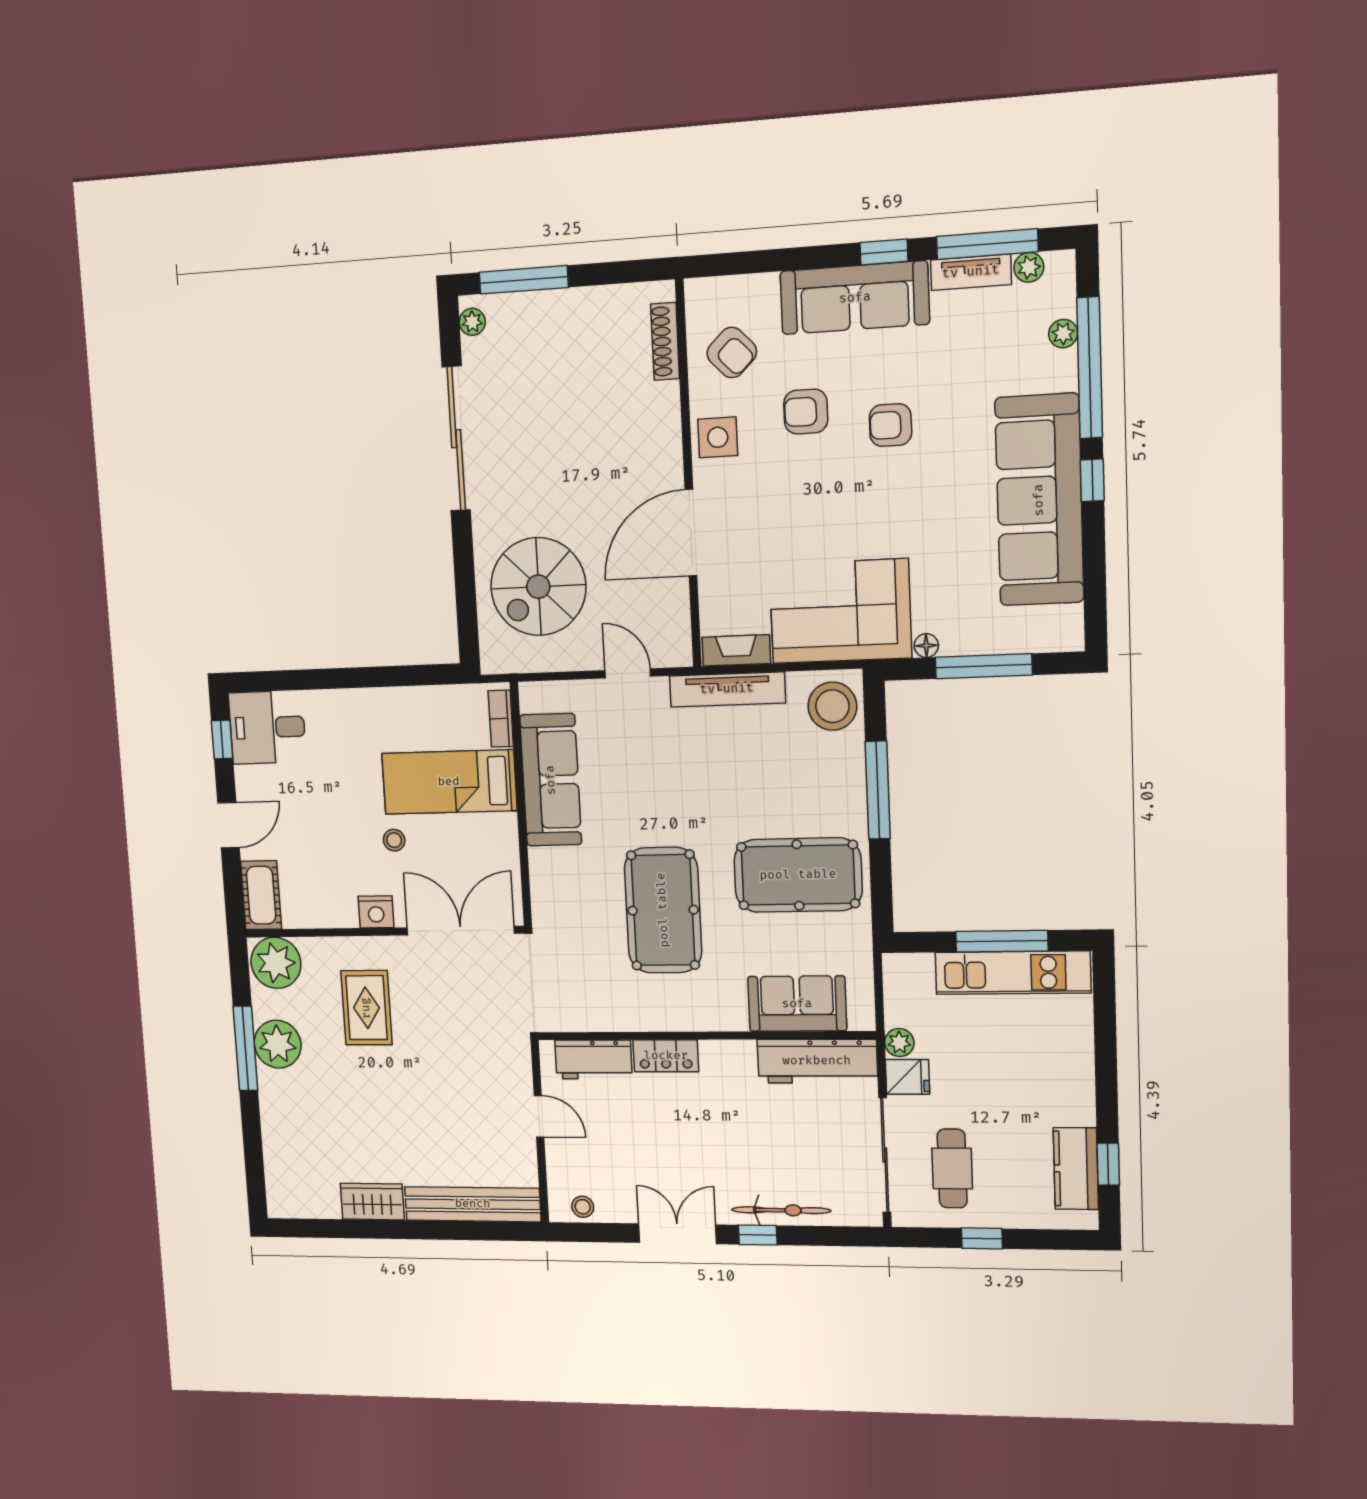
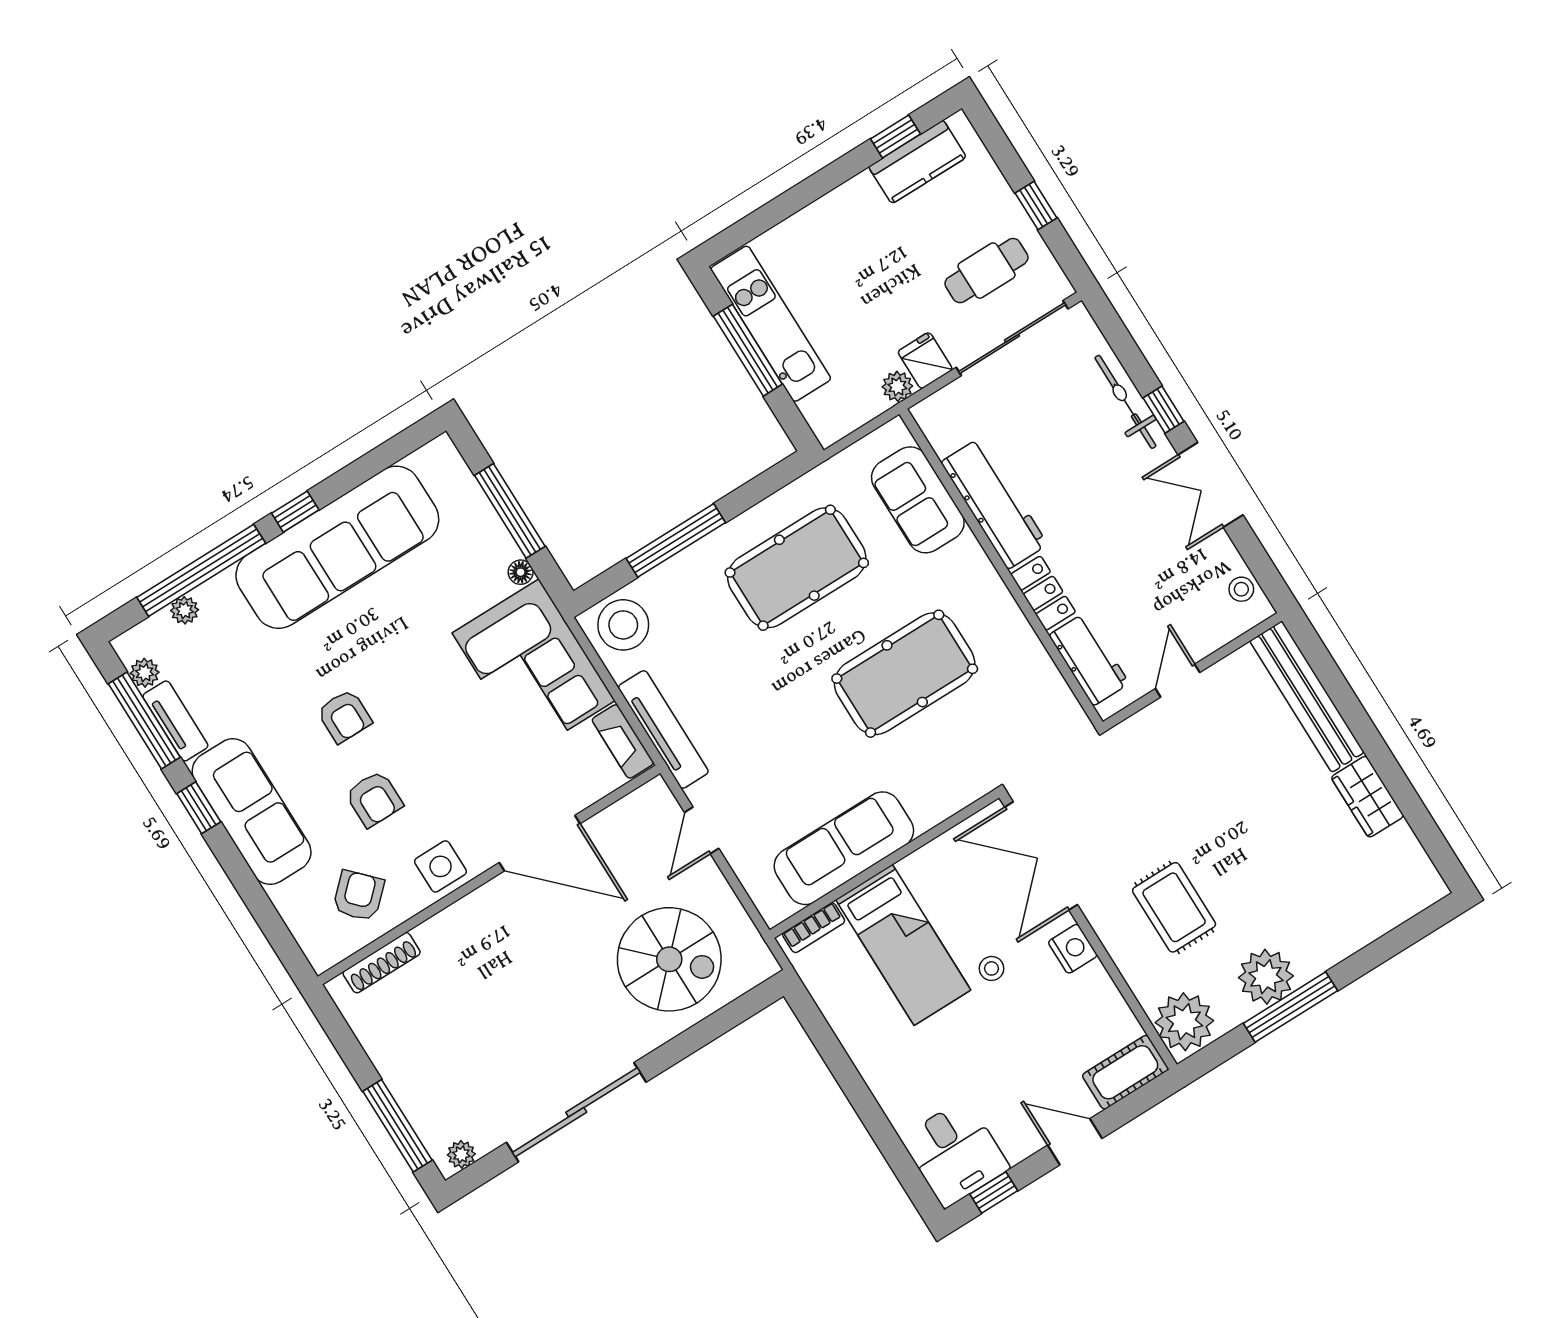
pool table: (798, 875) -> (797, 568), turned 90
rug: (366, 1008) -> (1174, 907), turned 90
workbench: (817, 1061) -> (994, 503), moved

